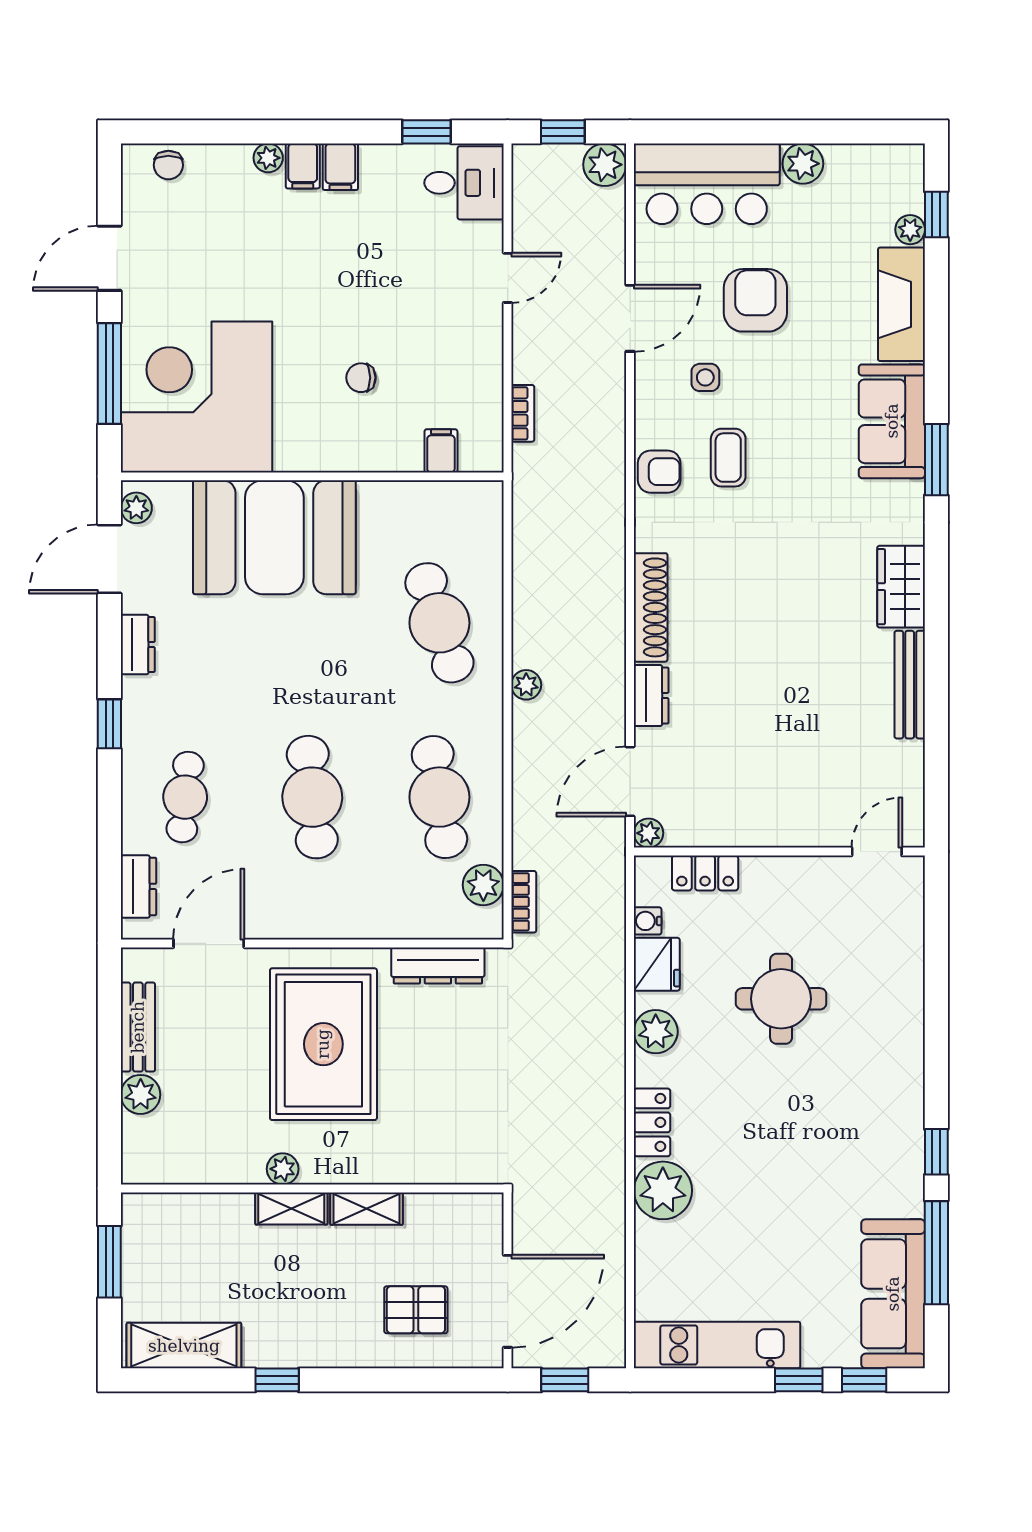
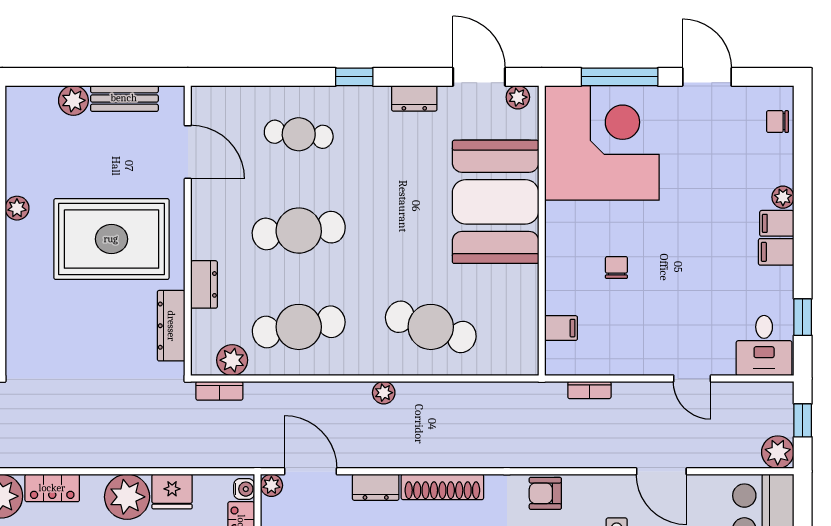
armchair: (659, 472) -> (545, 493), turned 90
cafe table: (439, 623) -> (431, 327), turned 36
dresser: (138, 886) -> (204, 284), moved, turned -90
water cooler: (648, 921) -> (244, 489), moved, turned 90
plant: (656, 1032) -> (127, 497), width x1.36, depth x1.36

